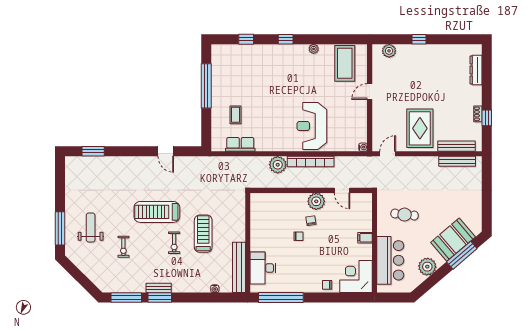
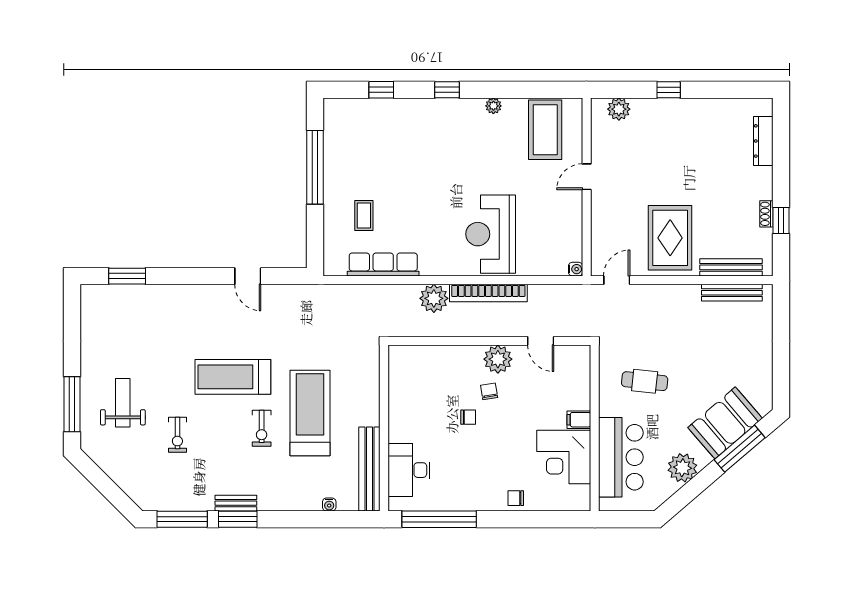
row of seats: (240, 144) -> (383, 265), width x1.48
treadmill: (203, 234) -> (310, 413), width x1.37, depth x1.38
corner desk: (356, 277) -> (564, 457), moved, turned -90

